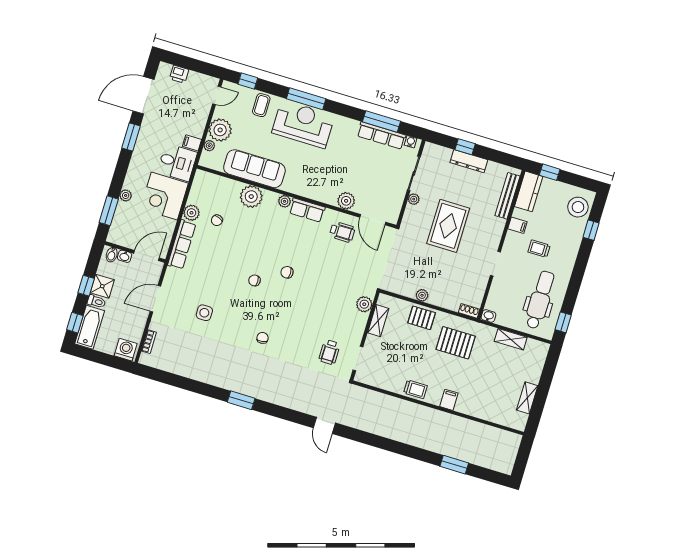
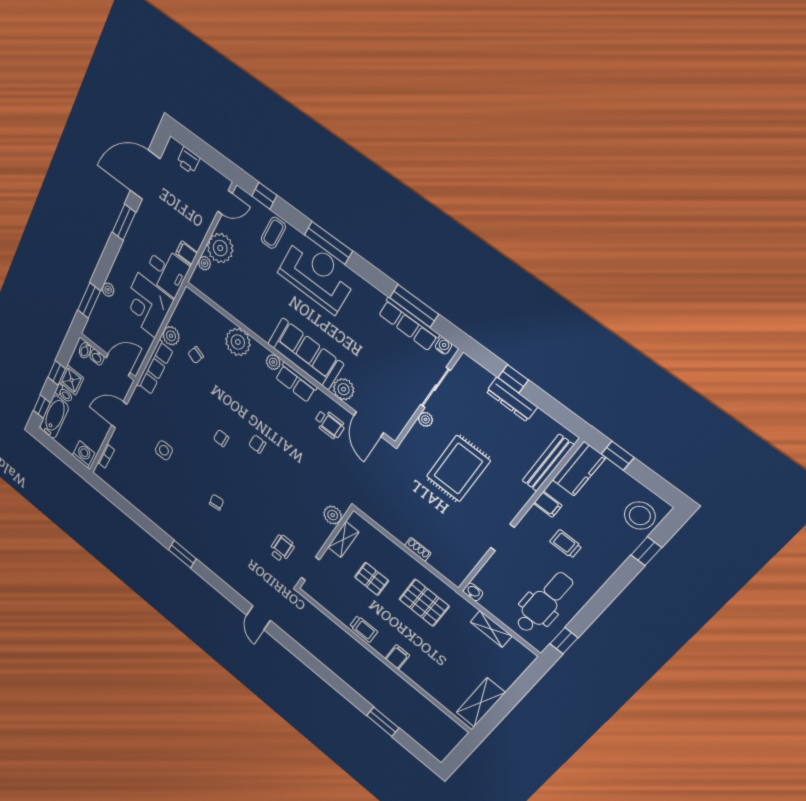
sofa: (254, 169) -> (305, 354), moved
plant: (422, 295) -> (401, 534), removed
shoe rack: (469, 311) -> (418, 549), moved
pallet: (422, 318) -> (372, 579), moved
wheelchair: (329, 352) -> (282, 548), turned 180
shelving: (527, 398) -> (481, 702), width x1.50, depth x1.33

